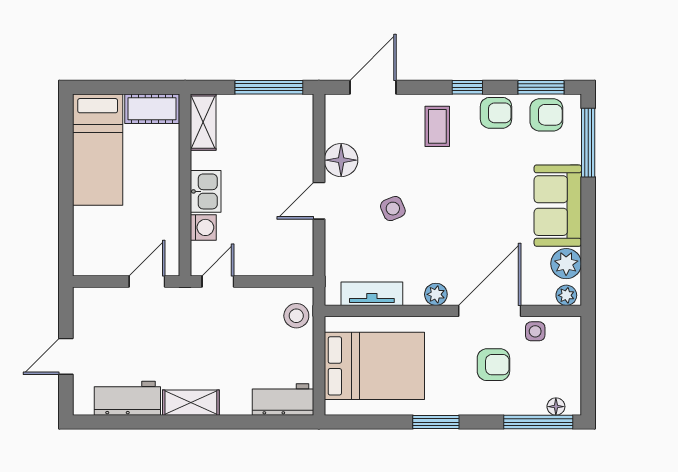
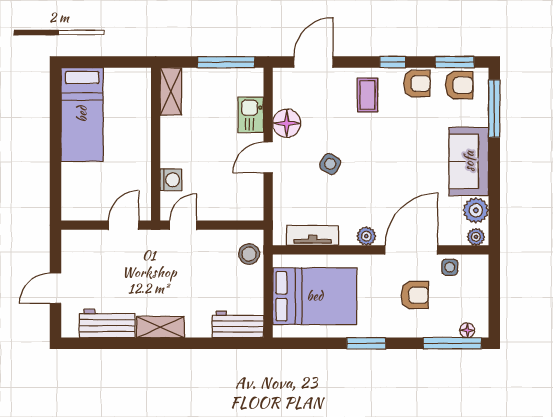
cot: (152, 109) -> (128, 80), removed
kitchen sink: (206, 191) -> (251, 115), moved, turned 180
side table: (393, 209) -> (330, 164), turned -37

